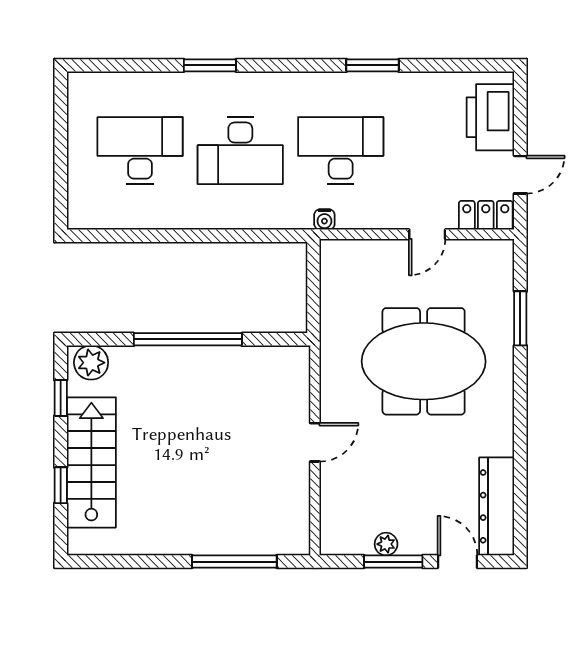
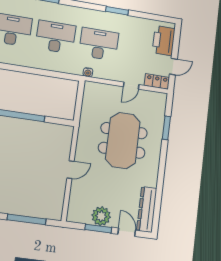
desk: (240, 151) -> (56, 37), turned 180
meeting table: (424, 361) -> (123, 140), turned 90
plant: (386, 544) -> (101, 216), width x1.88, depth x1.88

